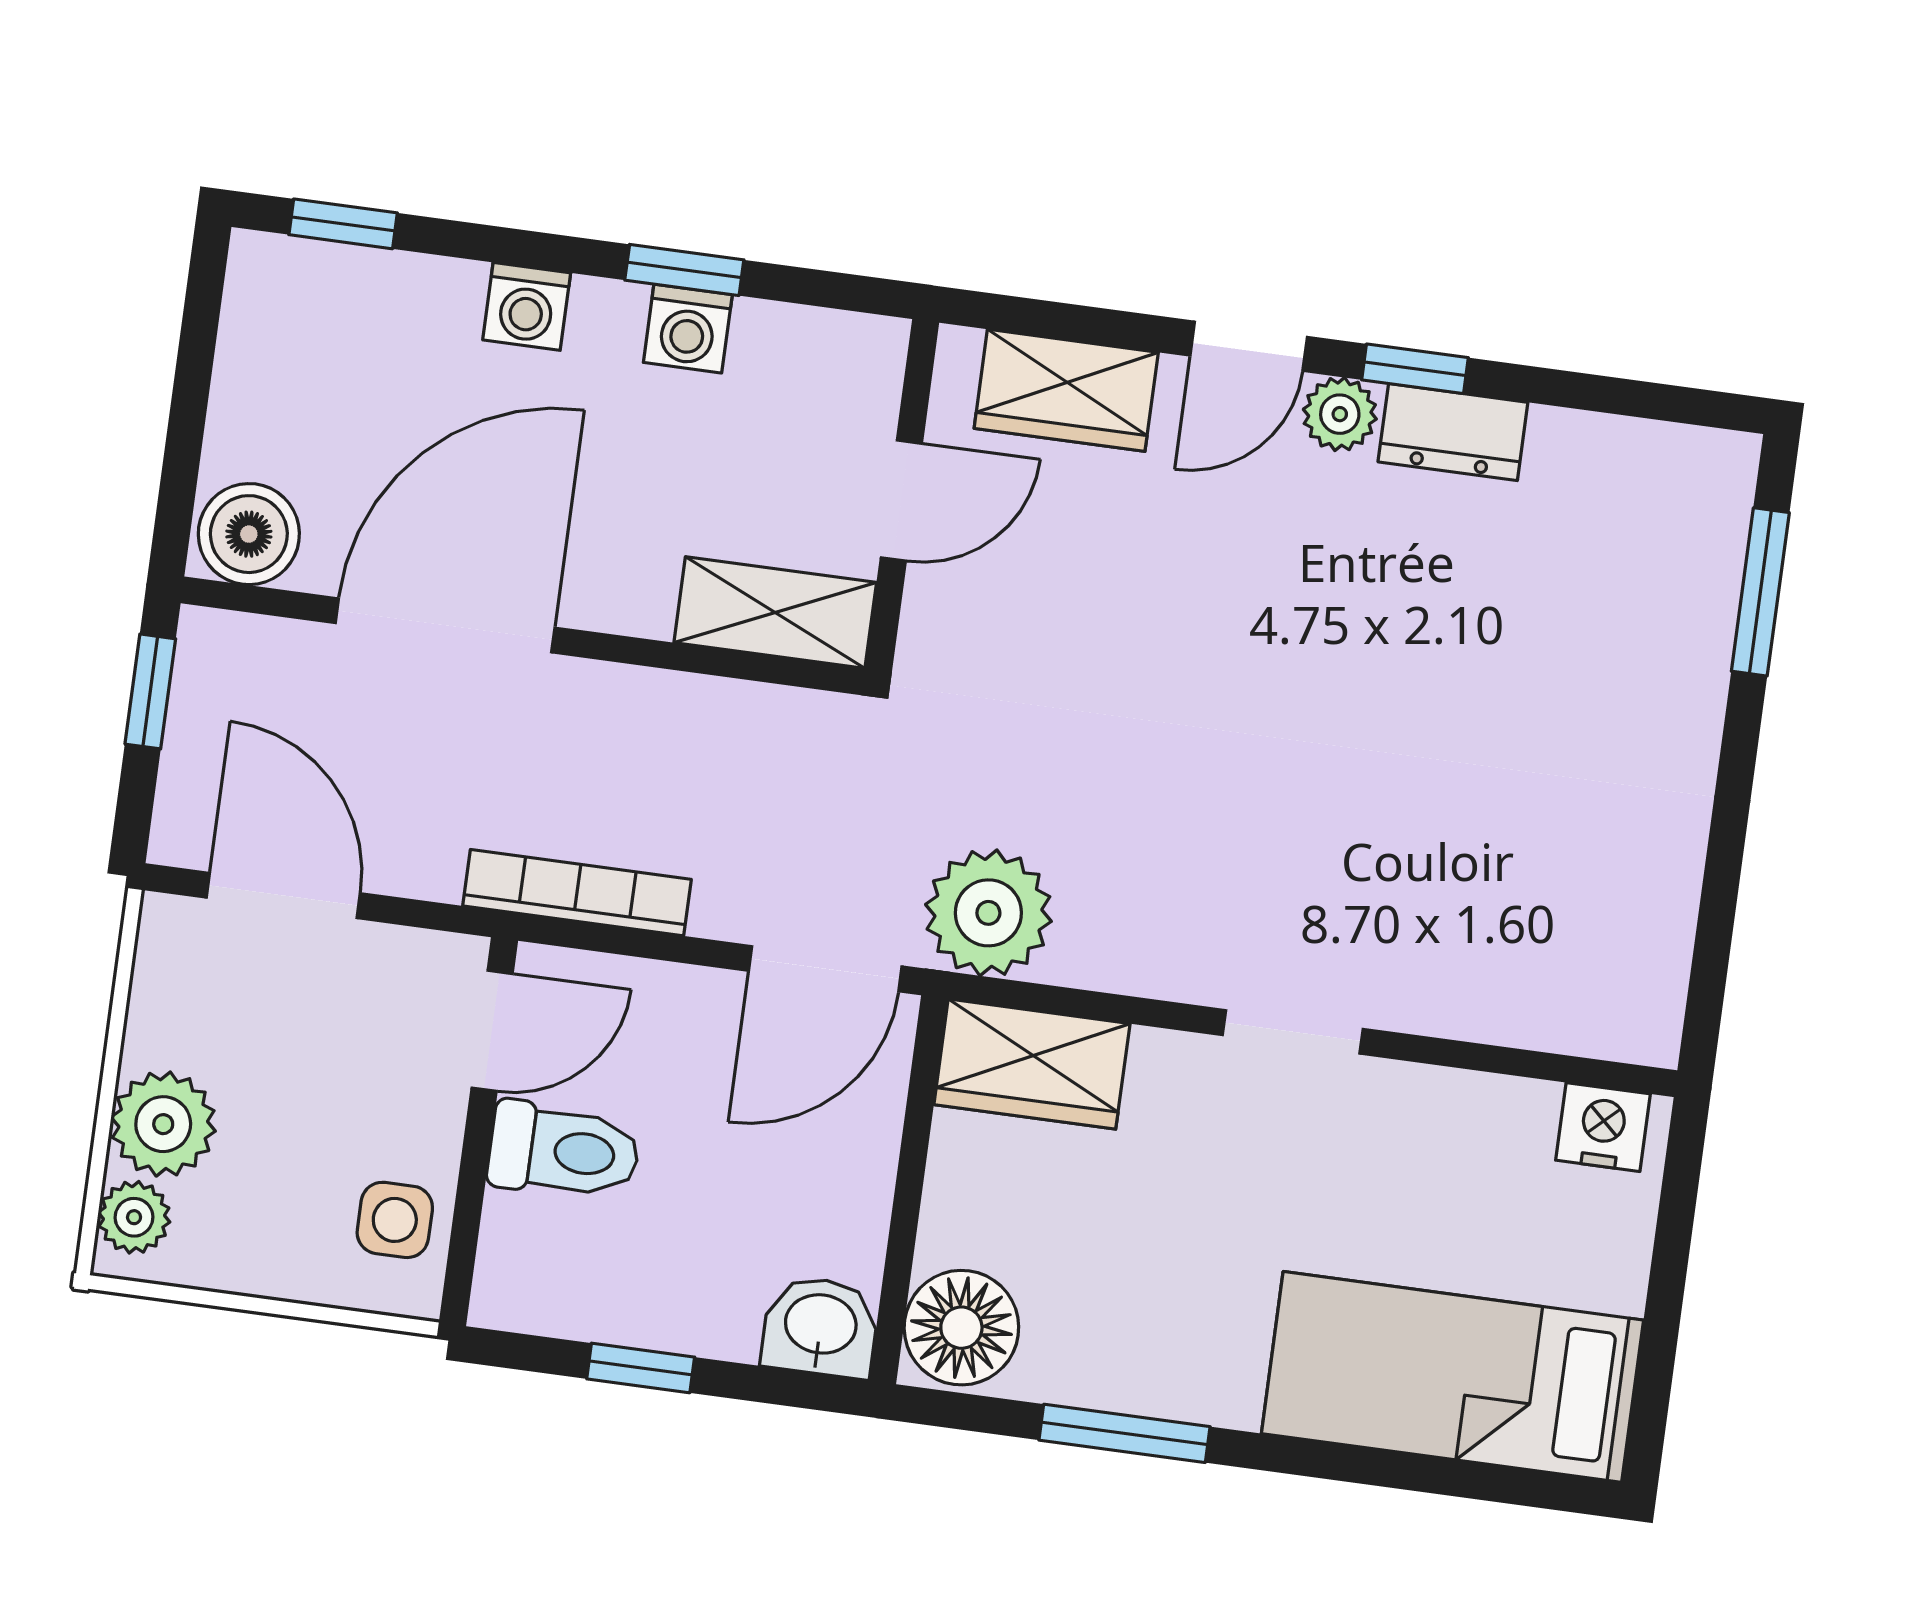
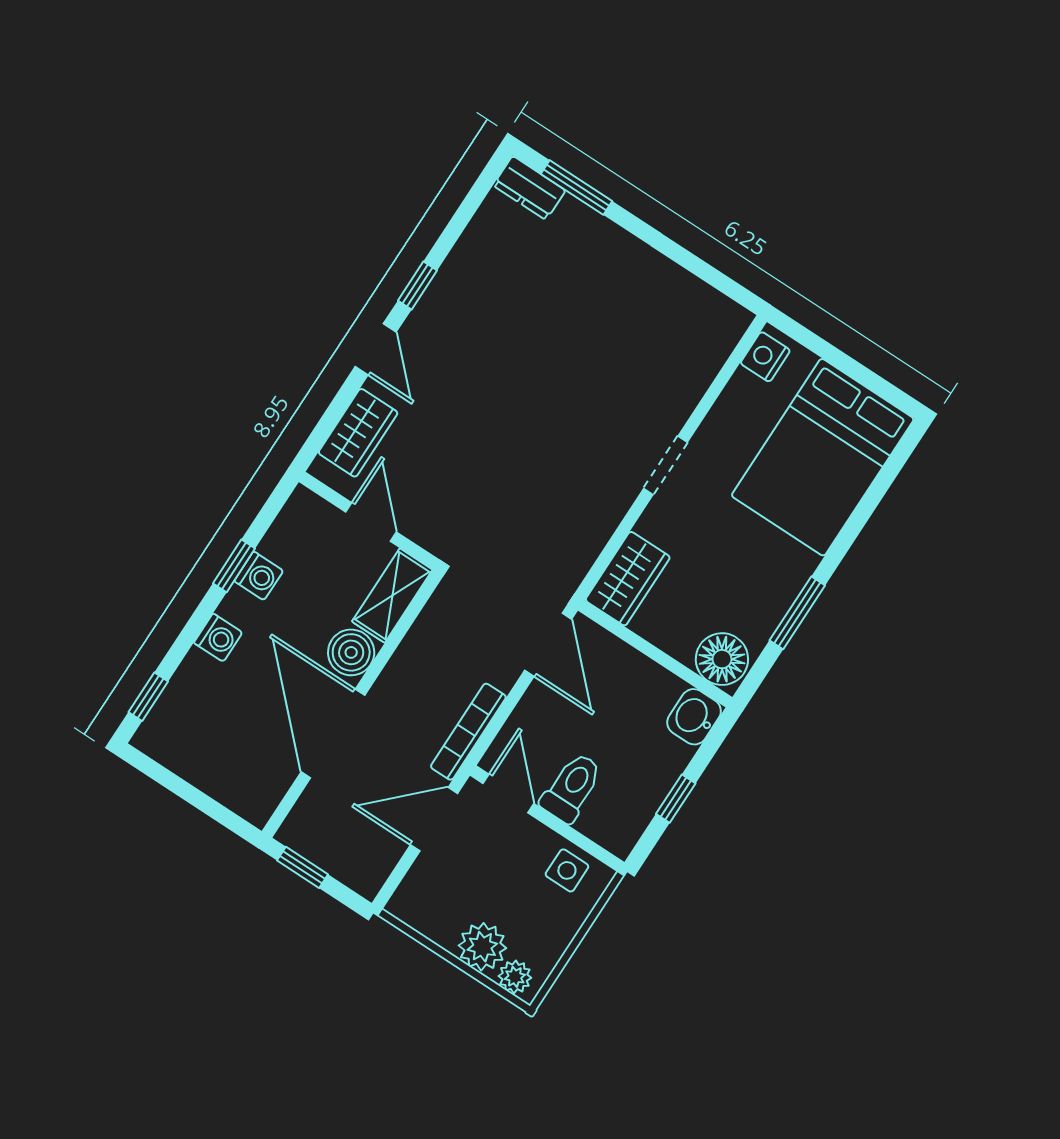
plant: (1340, 414) -> (421, 325), removed
dresser: (1453, 432) -> (529, 188), moved, turned 90
boiler: (249, 534) -> (351, 652), moved
door: (283, 895) -> (434, 819), moved
plant: (988, 913) -> (557, 567), removed
bed: (1452, 1377) -> (823, 457), width x1.50

